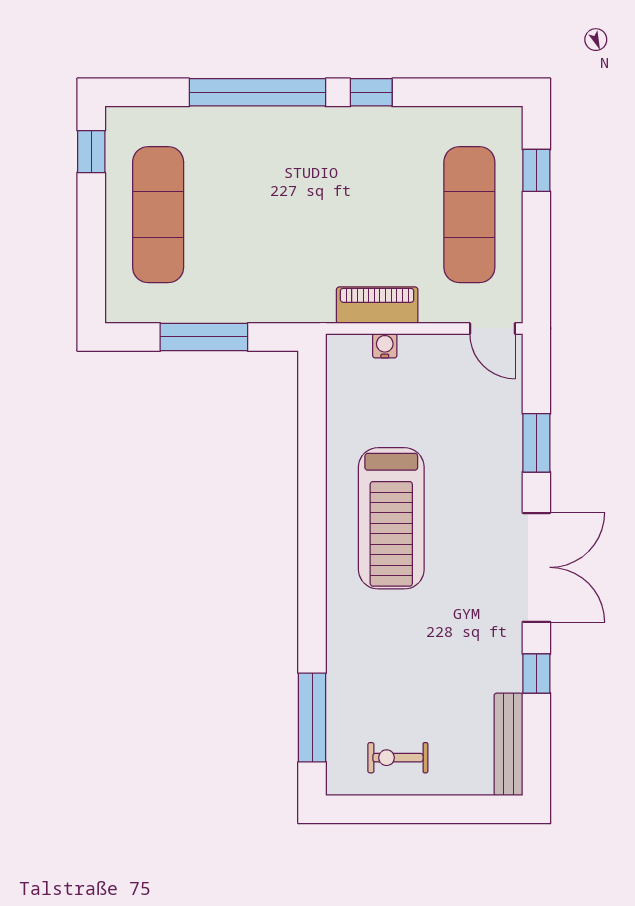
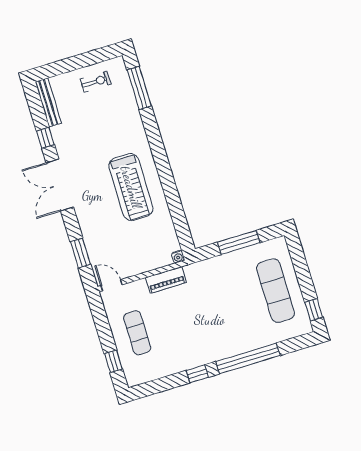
exercise mat: (469, 215) -> (137, 333), width x0.73, depth x0.69
water cooler: (385, 346) -> (178, 257), moved
window: (536, 443) -> (80, 253), moved
treadmill: (391, 518) -> (131, 187), turned 180

